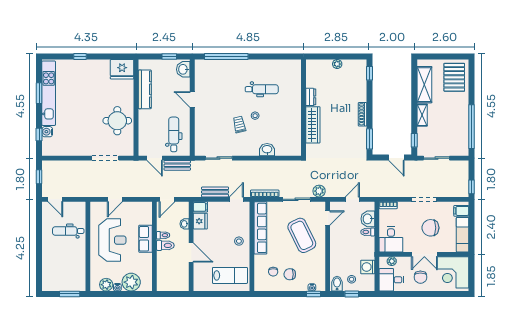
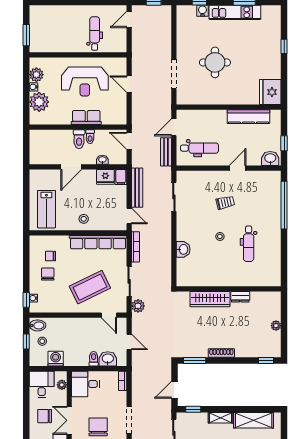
kitchen unit: (49, 93) -> (235, 12), width x0.73
round table: (117, 121) -> (215, 62), moved
trolley: (239, 125) -> (225, 203), moved
bench: (215, 192) -> (137, 188), width x1.36

